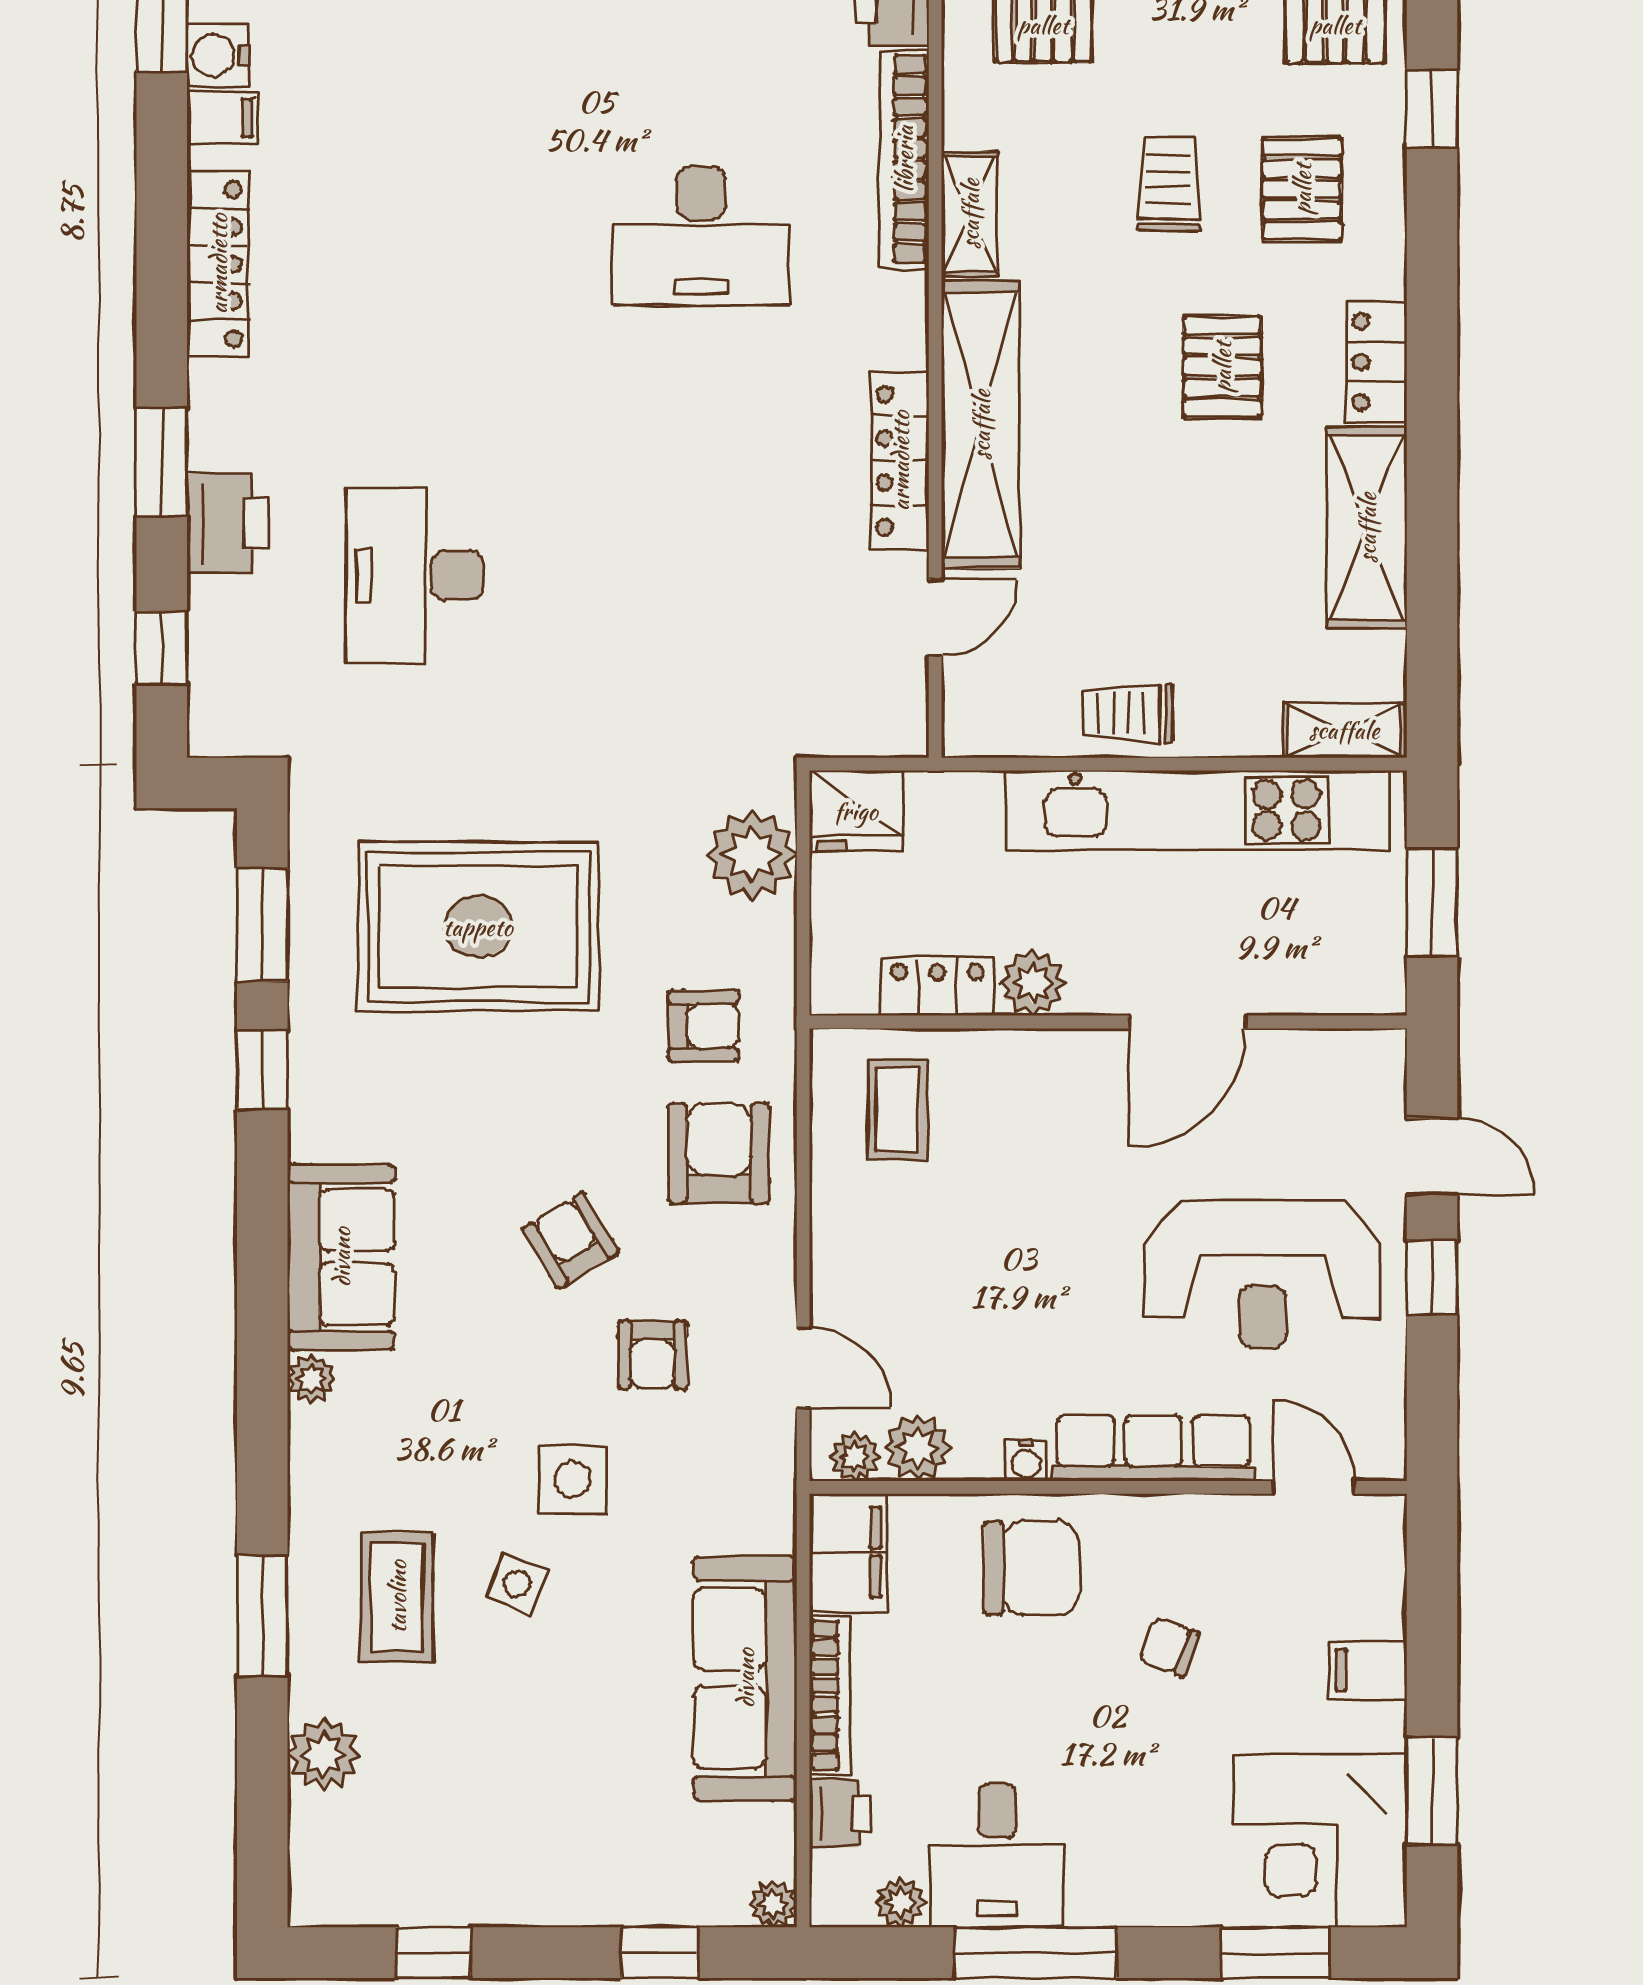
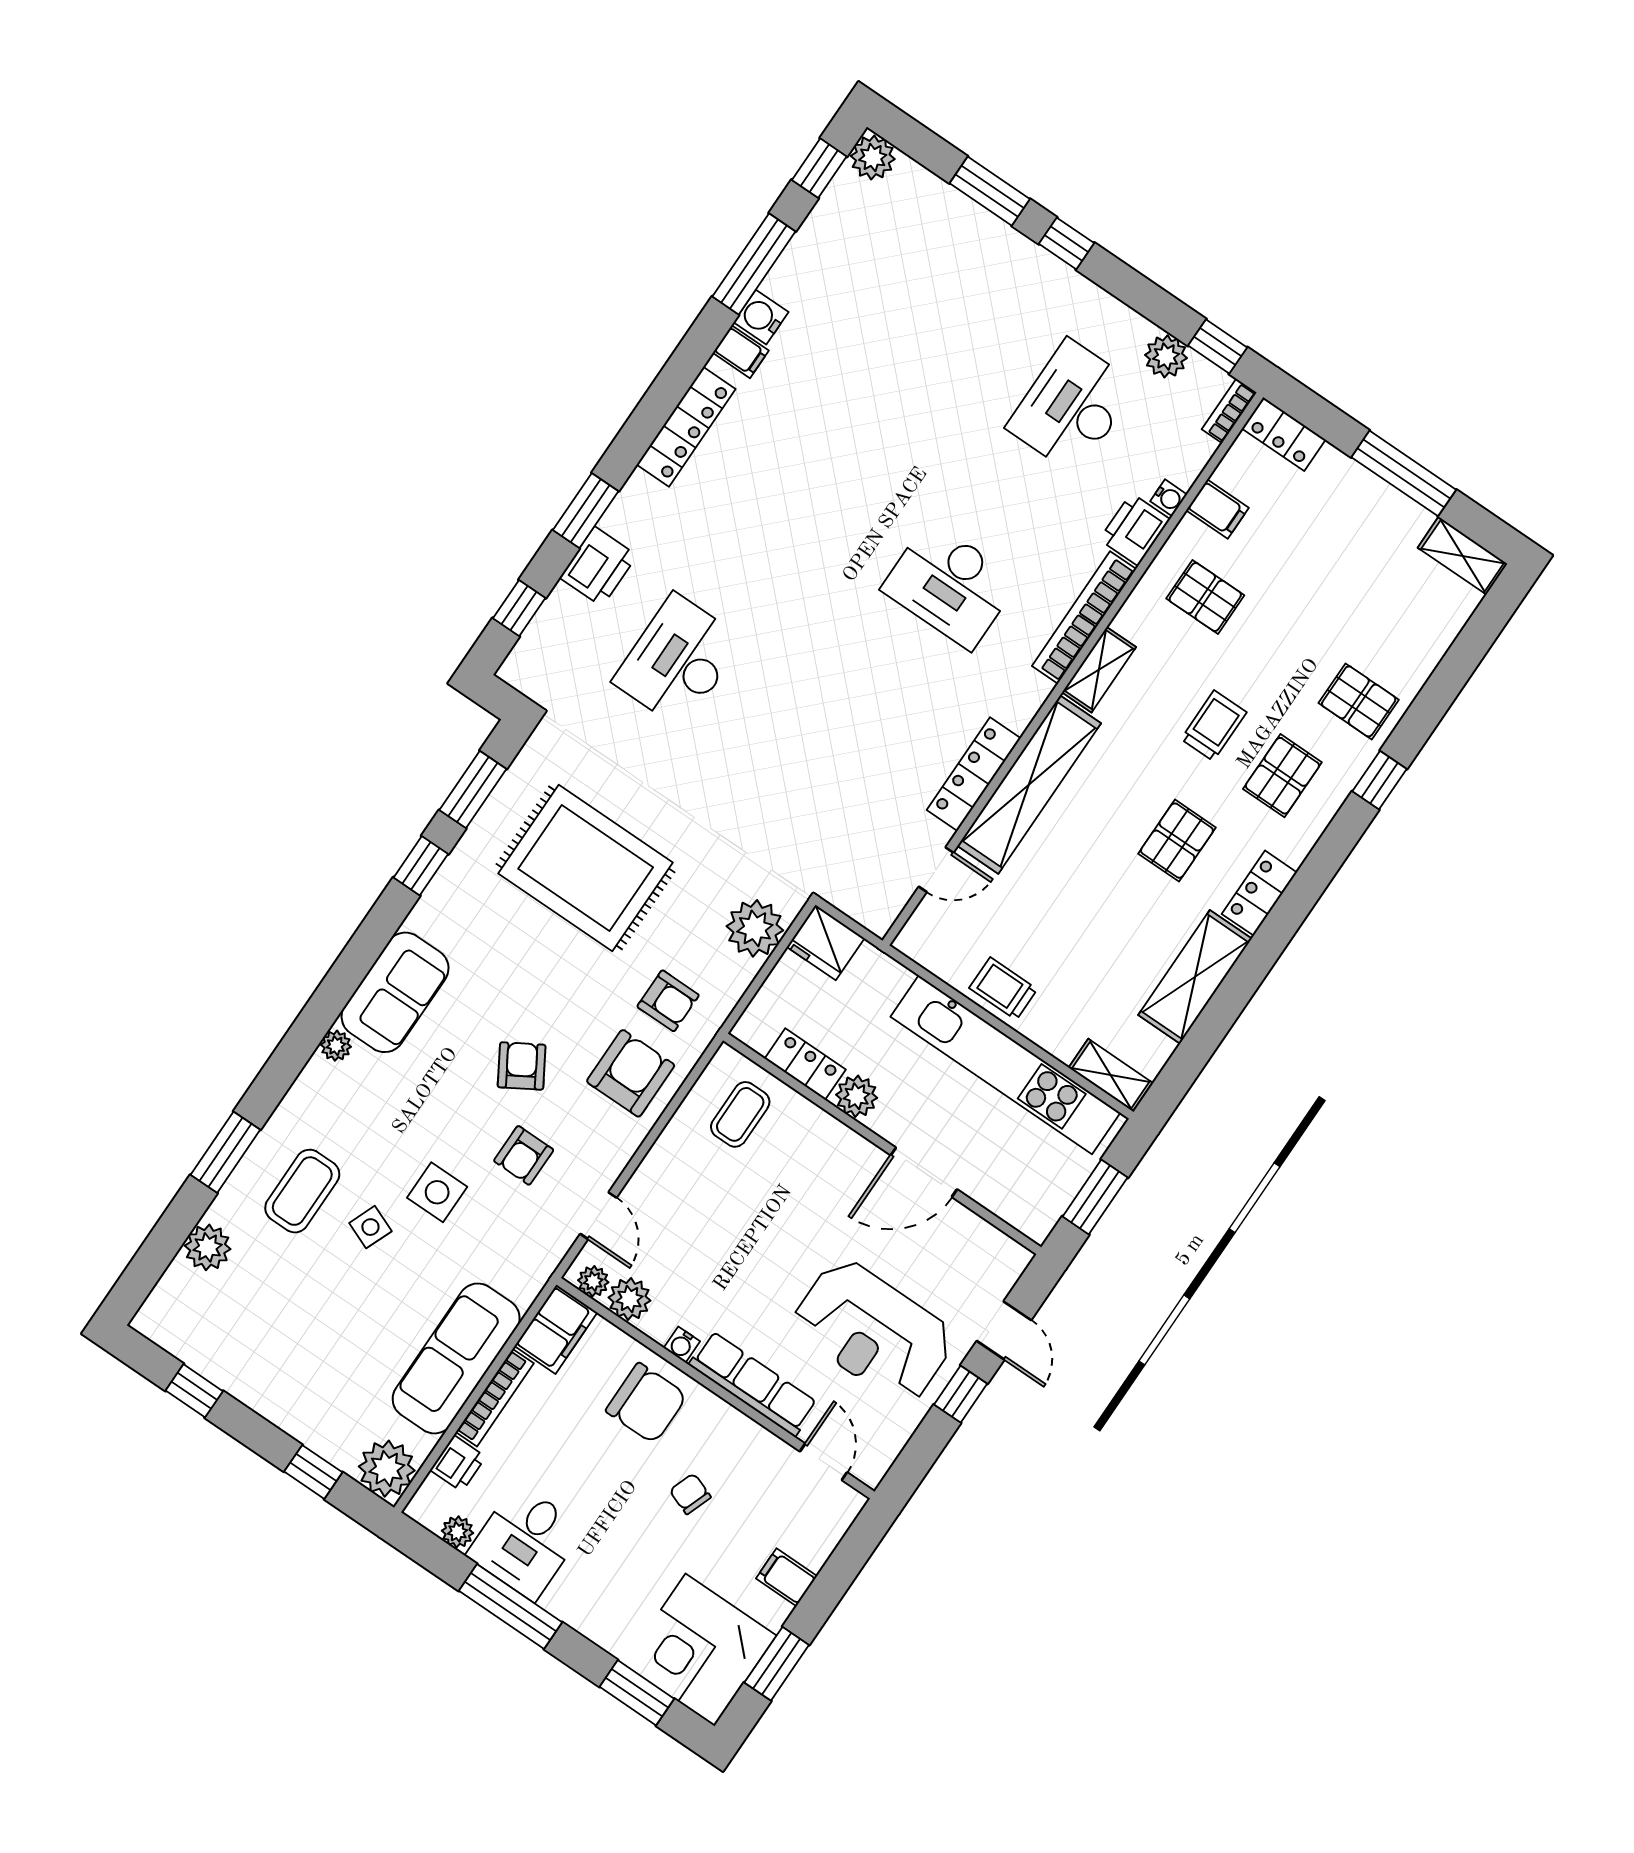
plant: (773, 1904) -> (387, 1469), width x1.88, depth x1.88

